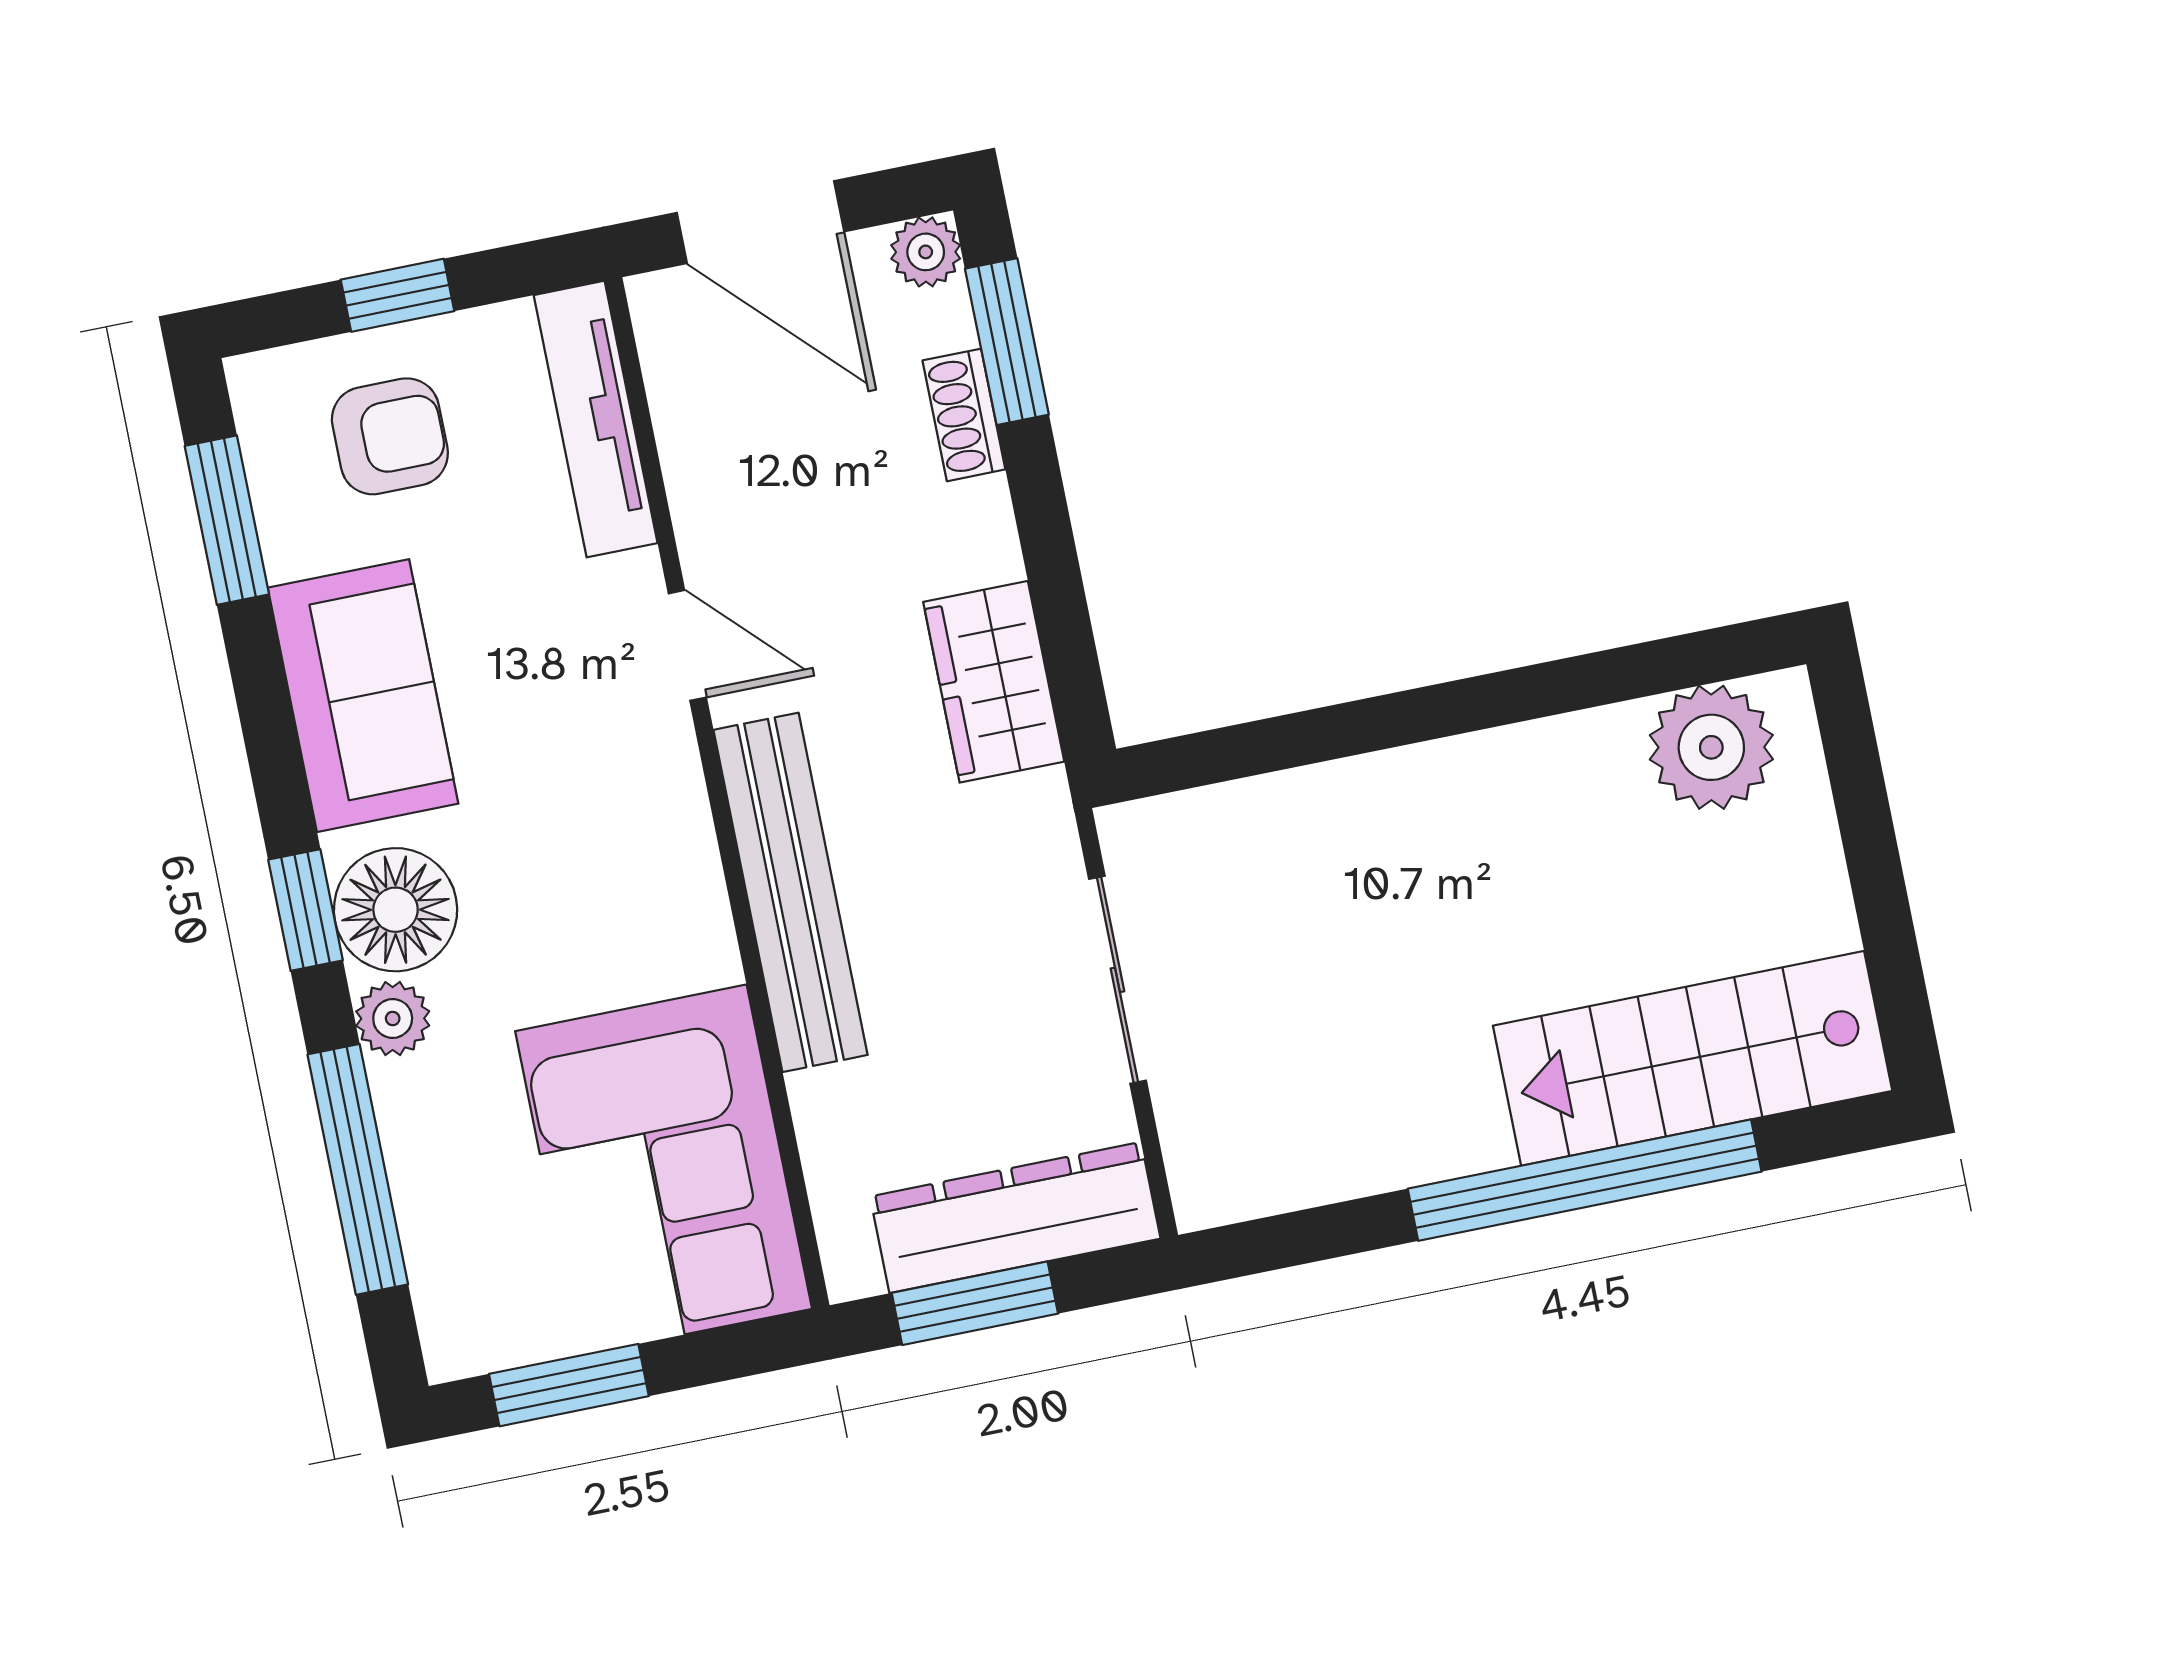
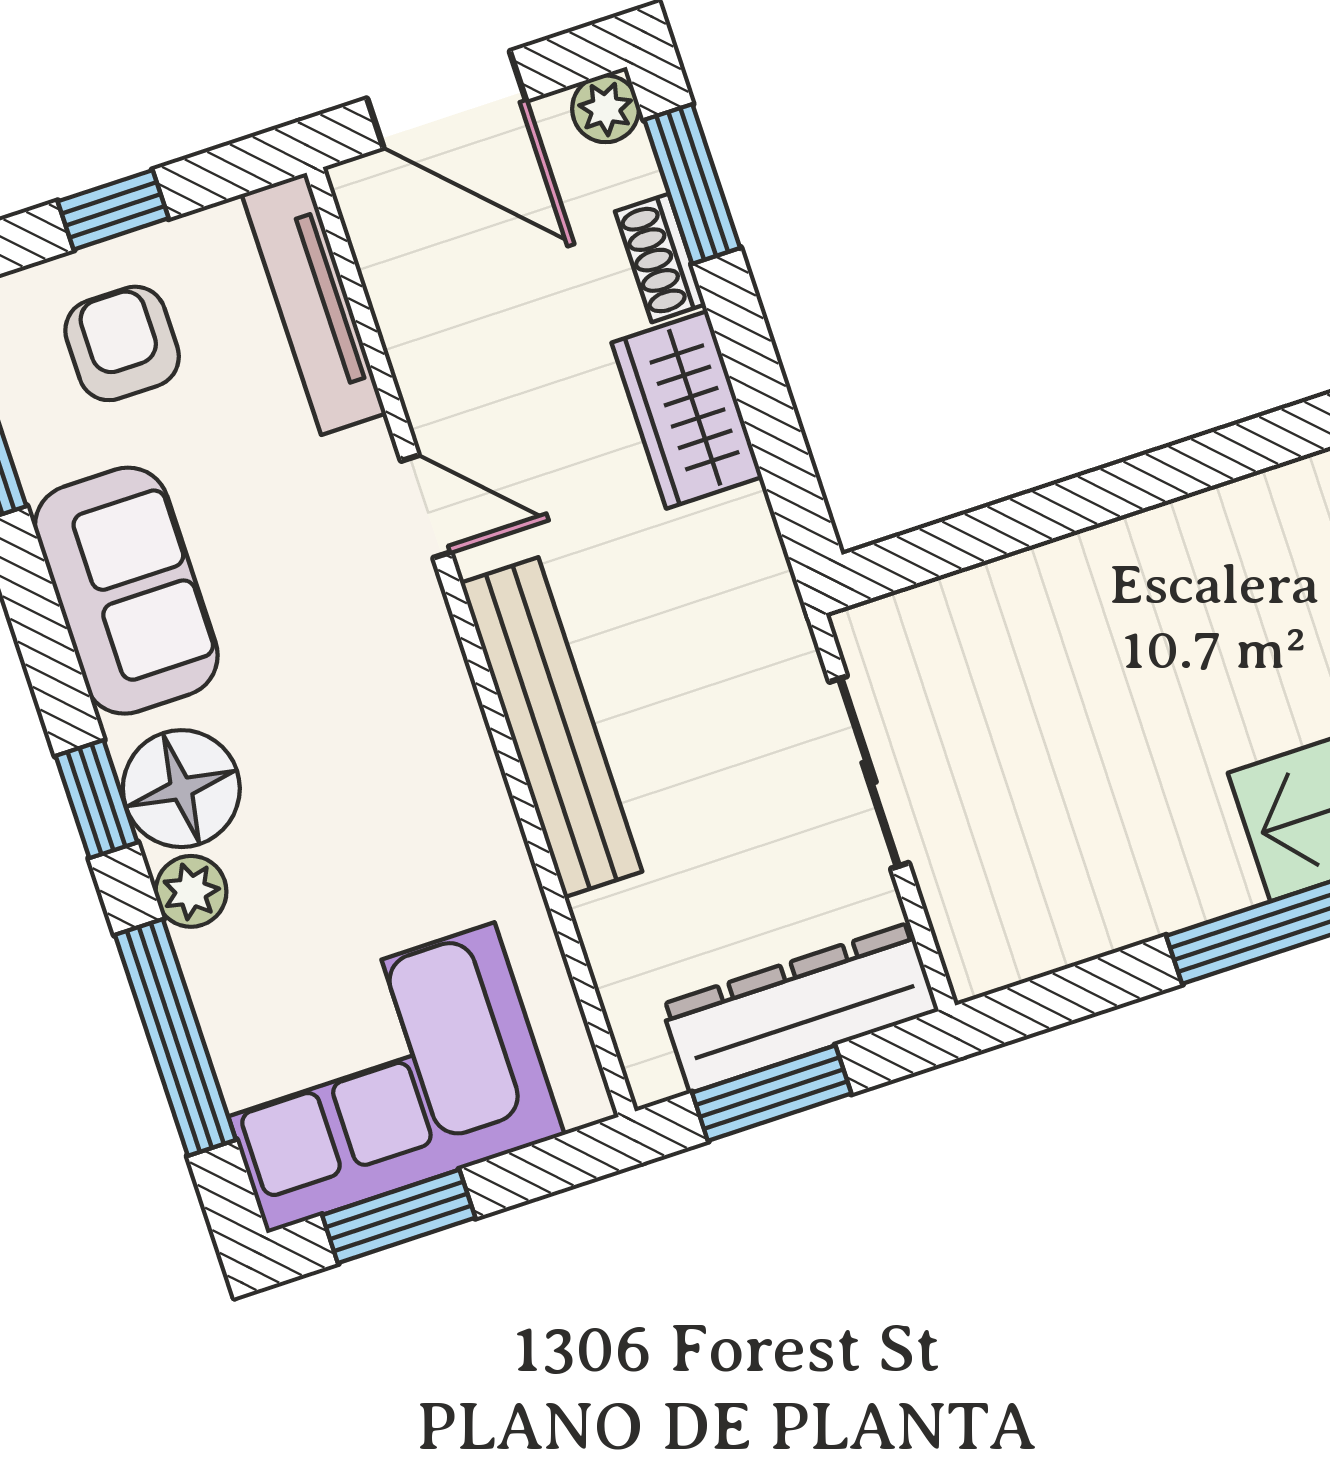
armchair: (390, 436) -> (122, 343), turned -90
wardrobe: (994, 682) -> (687, 410), moved
corner sofa: (664, 1170) -> (381, 1078), moved, turned 90

